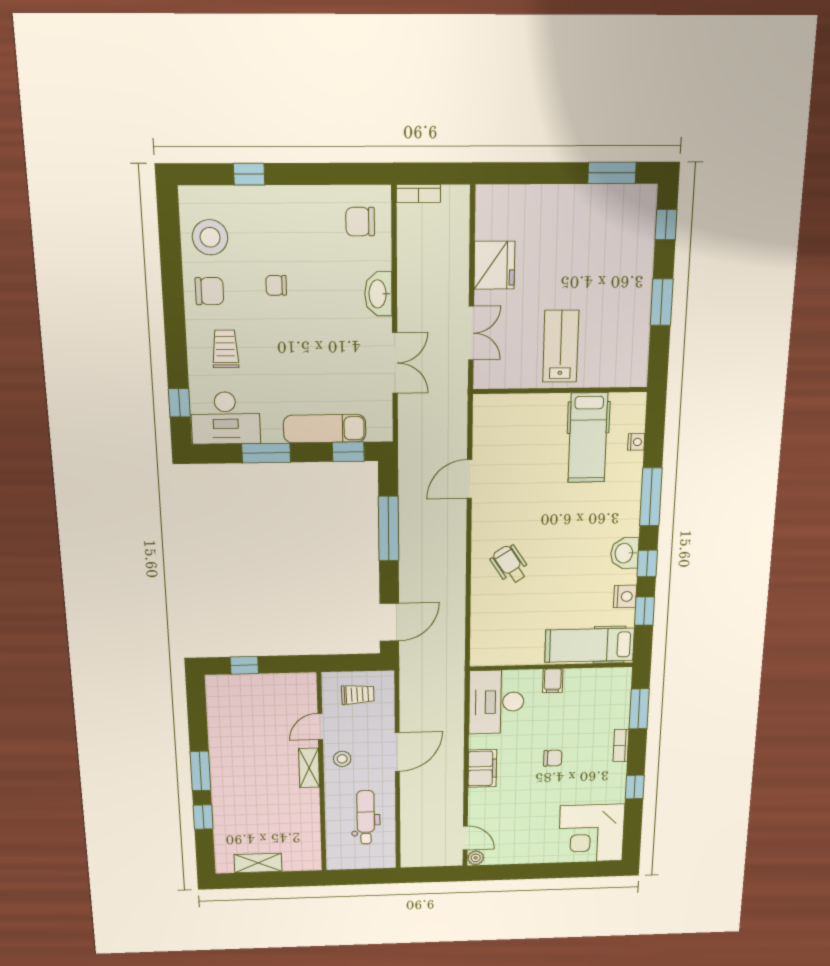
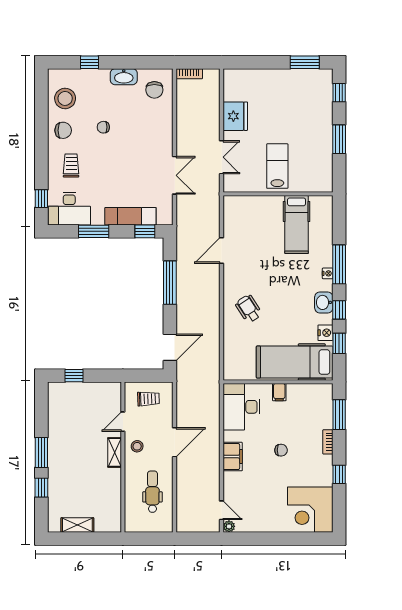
chair: (360, 222) -> (154, 90), turned -90
washbasin: (378, 294) -> (124, 77), moved, turned -90
nightstand: (636, 442) -> (328, 273), moved
hospital bed: (590, 645) -> (295, 362), width x1.37, depth x1.29

